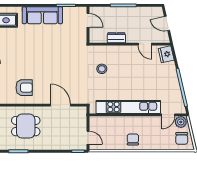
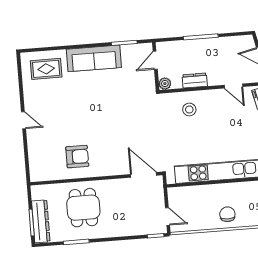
door: (88, 20) -> (155, 60), swing flipped
plant: (94, 38) -> (165, 84), added
stool: (102, 69) -> (189, 109), moved
door: (61, 105) -> (144, 175), moved
dining table: (26, 126) -> (83, 208), turned 90

